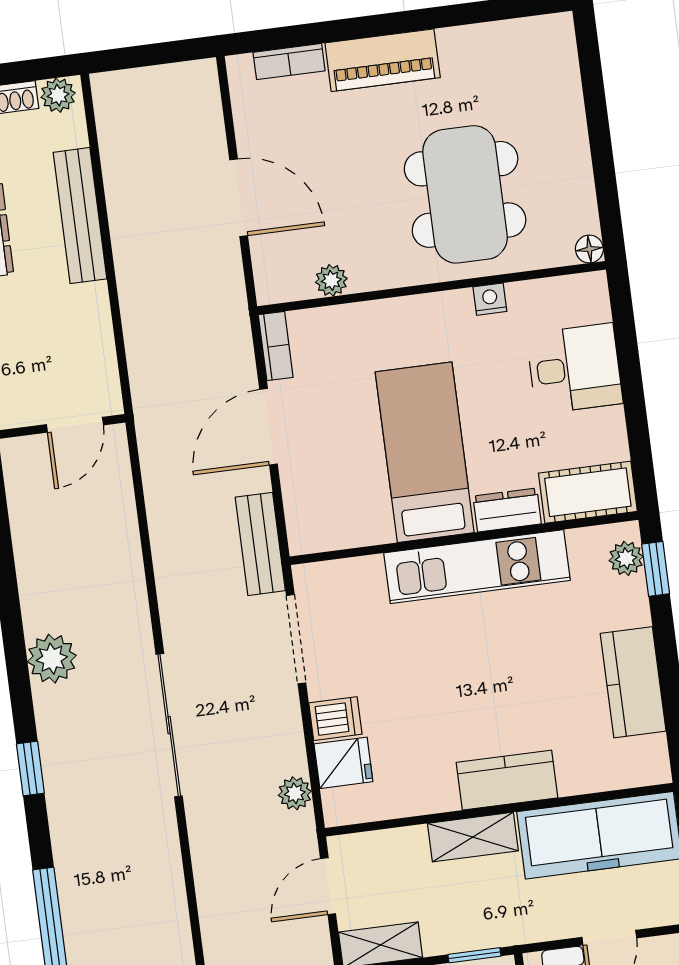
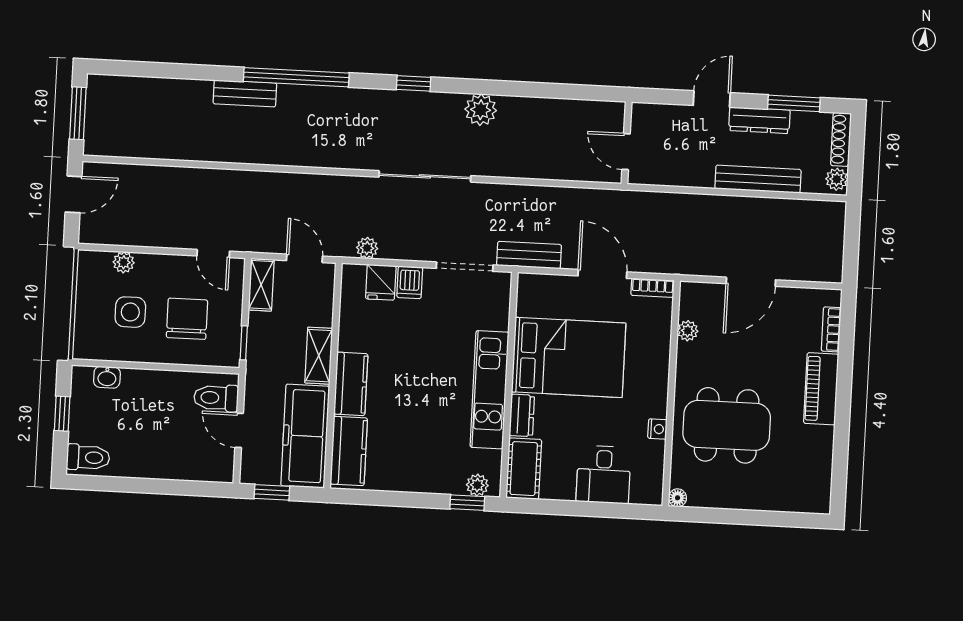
bed: (425, 452) -> (569, 357), width x1.50
kitchen counter: (633, 682) -> (349, 451), moved, turned 90

